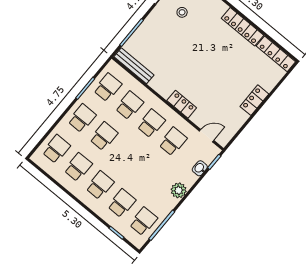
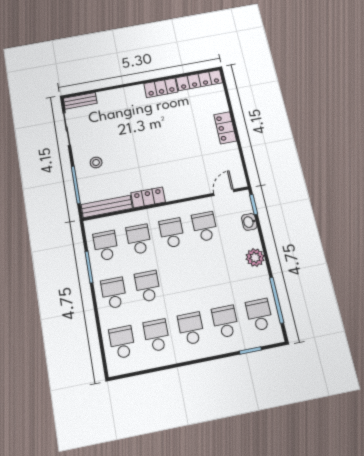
stool: (182, 12) -> (96, 162), moved
locker: (242, 27) -> (161, 88), width x0.66
locker: (182, 104) -> (148, 197), moved

